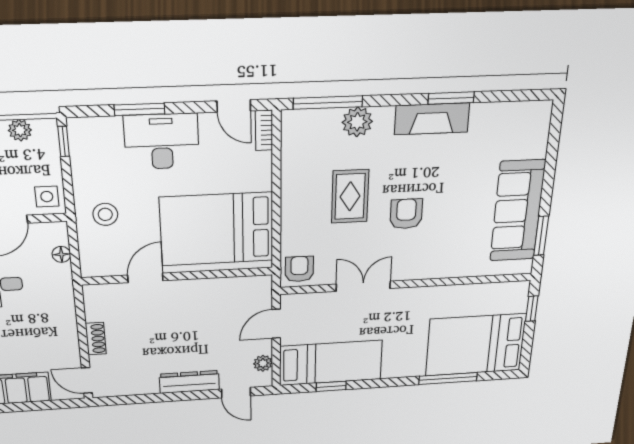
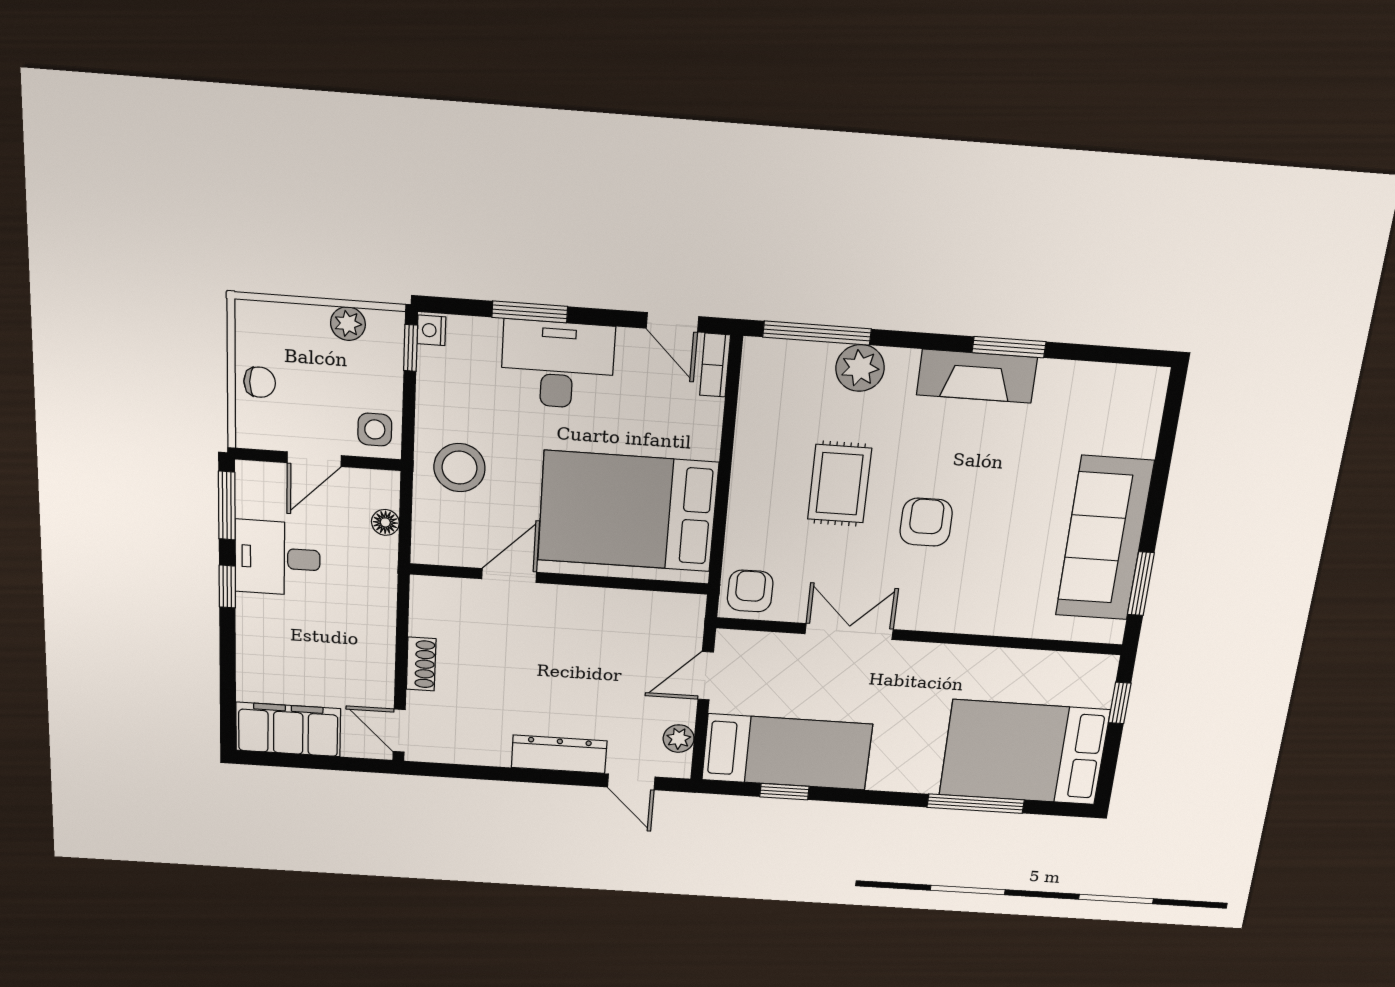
nightstand: (76, 128) -> (431, 330), added
stool: (105, 214) -> (459, 468), width x1.38, depth x1.38

